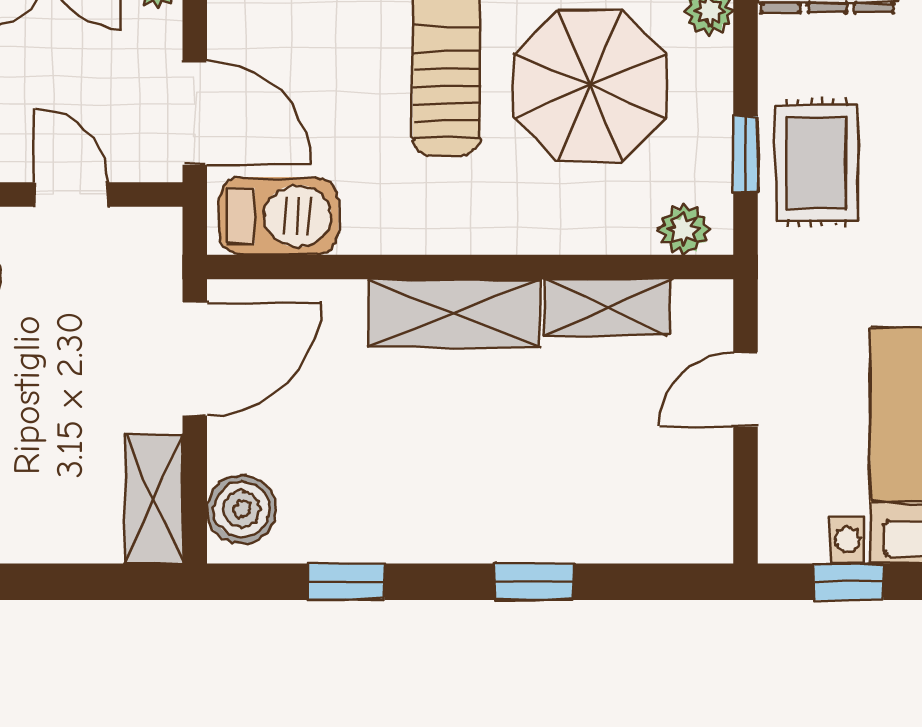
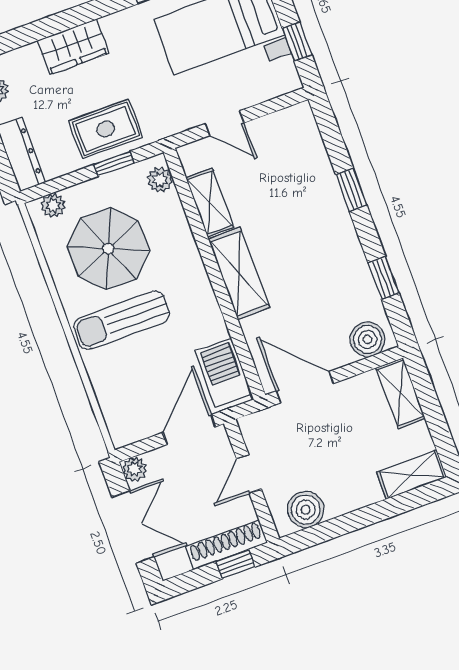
shelving: (154, 499) -> (401, 393), moved, turned 90

